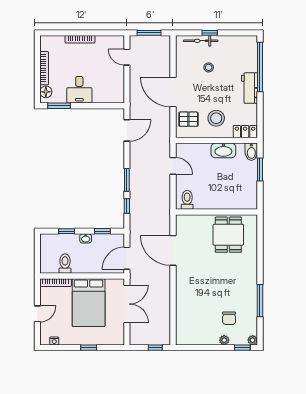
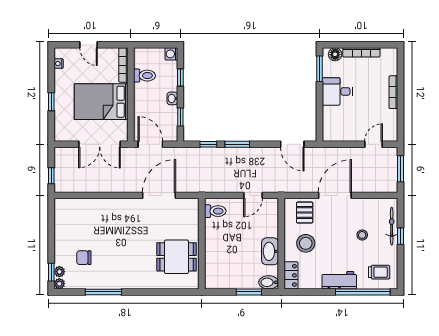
trolley: (242, 52) -> (379, 272), added
washing machine: (46, 239) -> (171, 54), added
plant: (224, 340) -> (59, 272), moved

